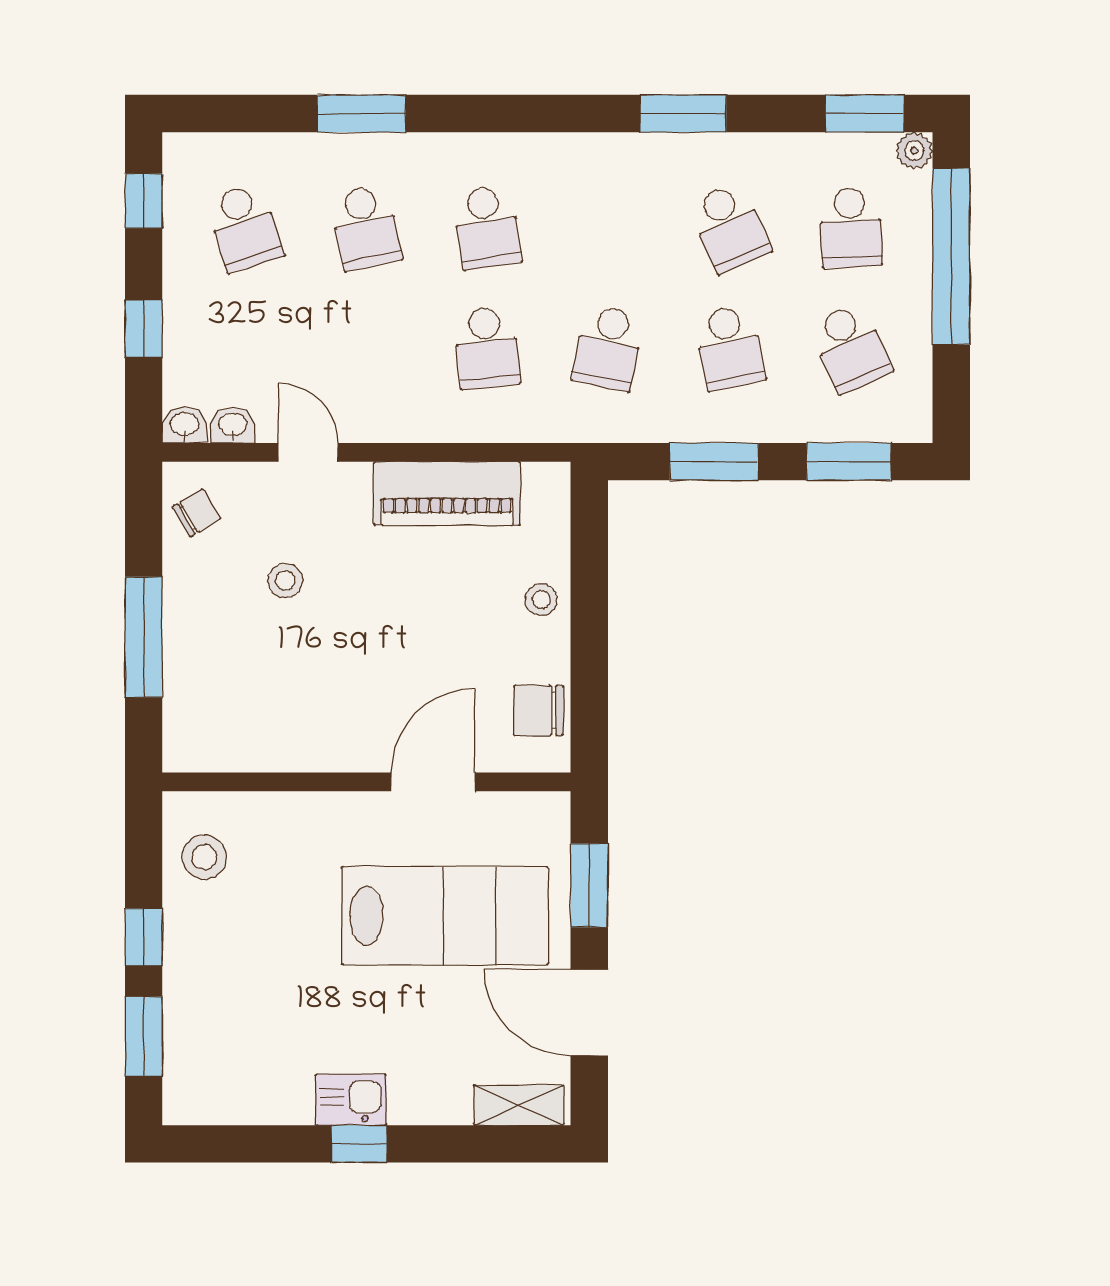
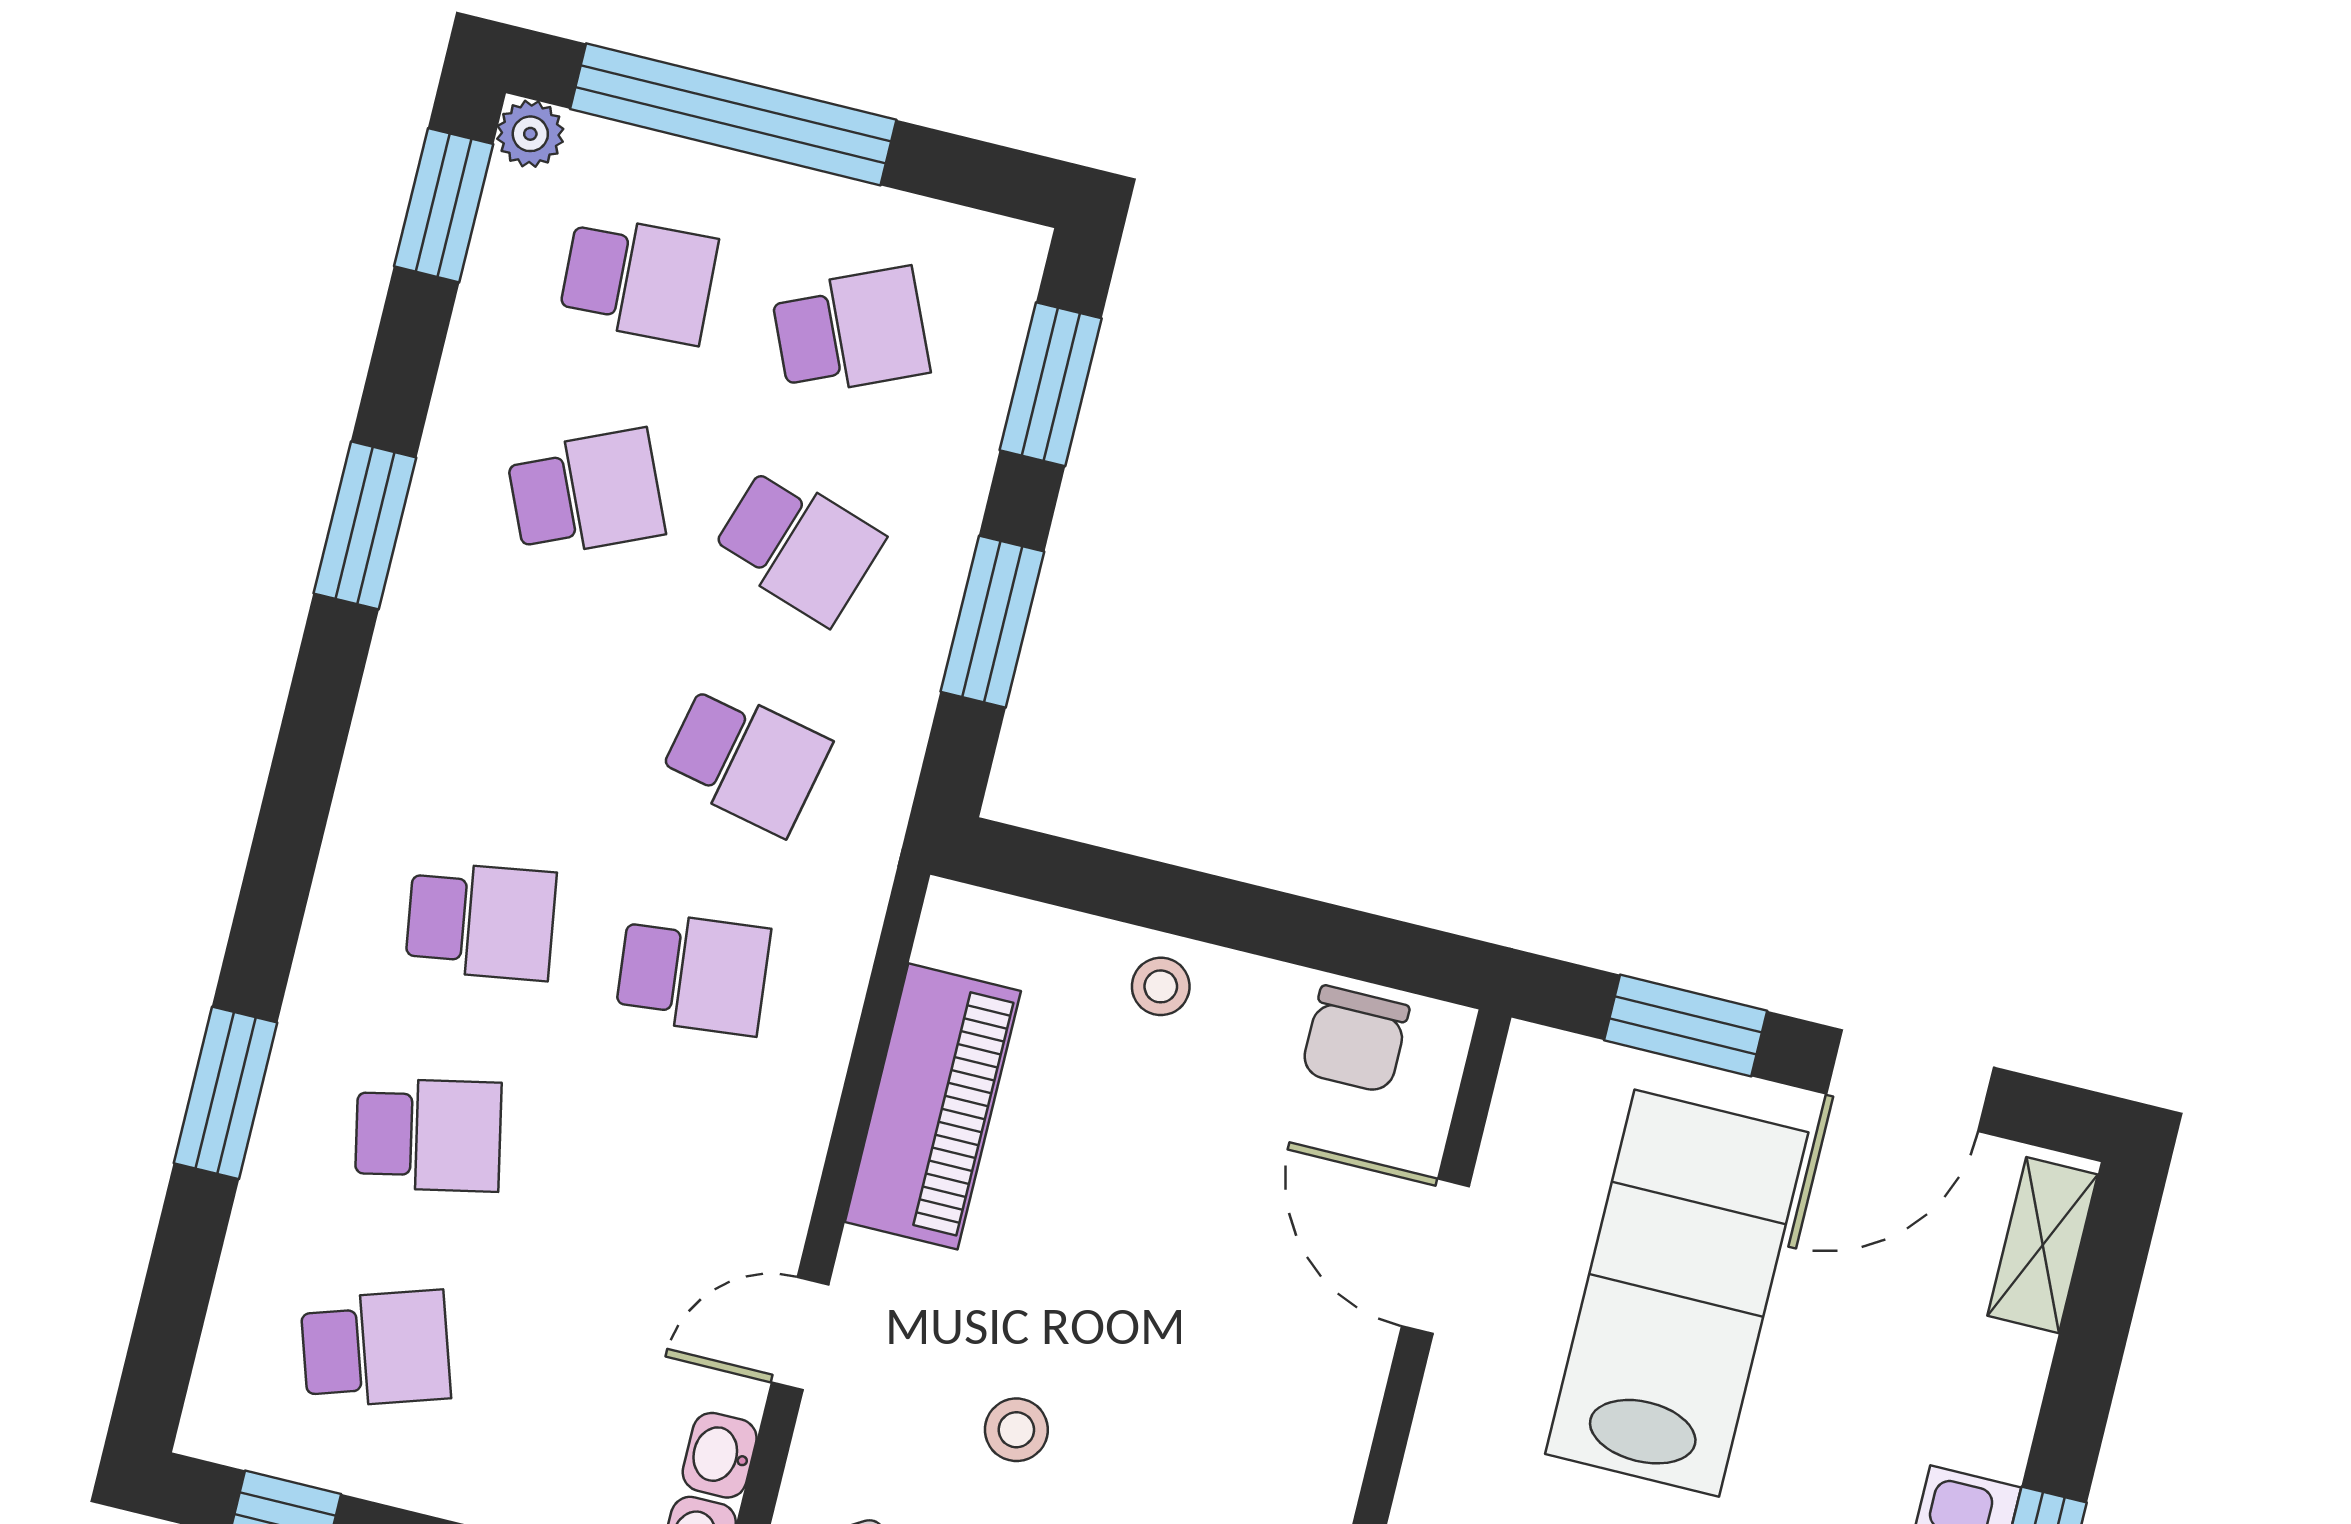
school desk: (729, 348) -> (798, 545), turned 30

